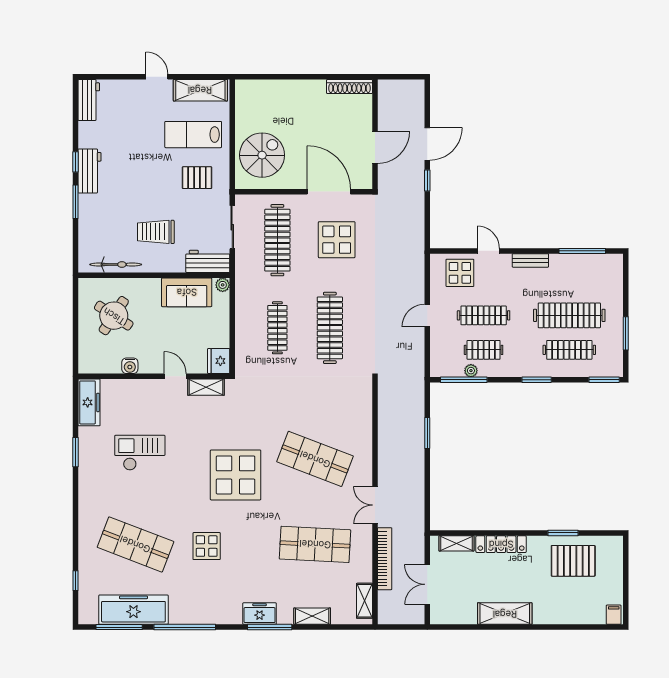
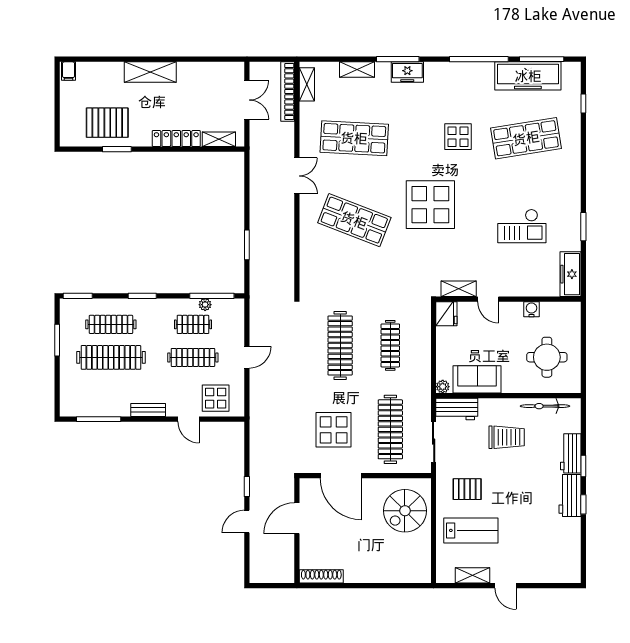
shelving: (200, 90) -> (473, 575), width x0.67, depth x0.75
workbench: (89, 100) -> (571, 453), moved
door: (427, 144) -> (247, 522), width x0.73
window: (76, 202) -> (583, 466), width x0.67
round table: (114, 316) -> (547, 357), turned -33
shop shelf: (135, 544) -> (526, 138), turned -30
bookcase: (385, 559) -> (288, 91), moved
shelving: (505, 614) -> (150, 72), moved

